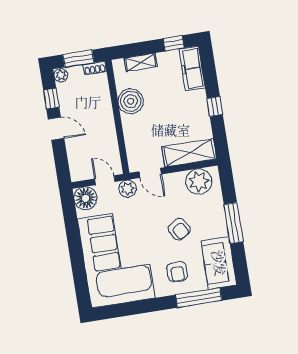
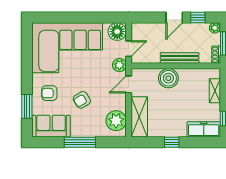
boiler: (131, 101) -> (168, 78), moved
bench: (106, 114) -> (180, 58), added
window: (199, 298) -> (27, 106), width x0.69

